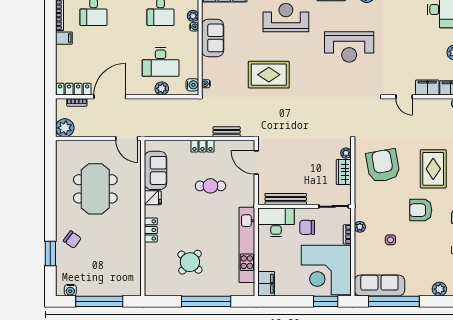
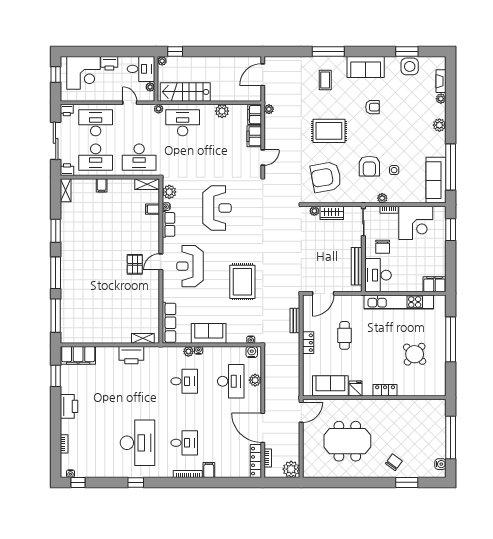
armchair: (421, 210) -> (369, 166), moved
corner desk: (326, 270) -> (416, 223), width x0.74, depth x0.74

